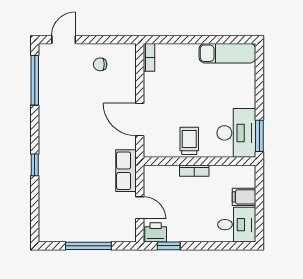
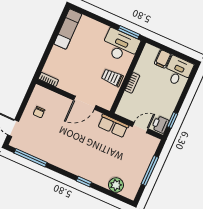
plant: (49, 210) -> (116, 185), added

